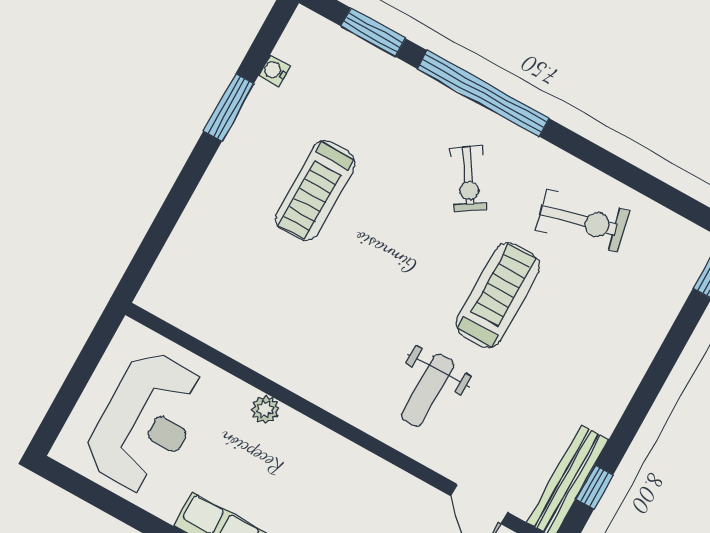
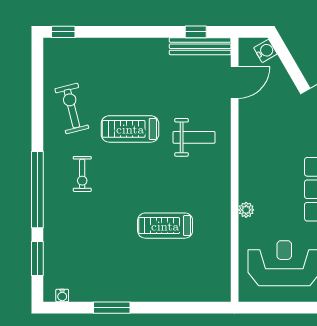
water cooler: (274, 71) -> (62, 295), moved
exercise bike: (468, 179) -> (82, 174), turned 123
treadmill: (315, 191) -> (165, 226), moved, turned 180

